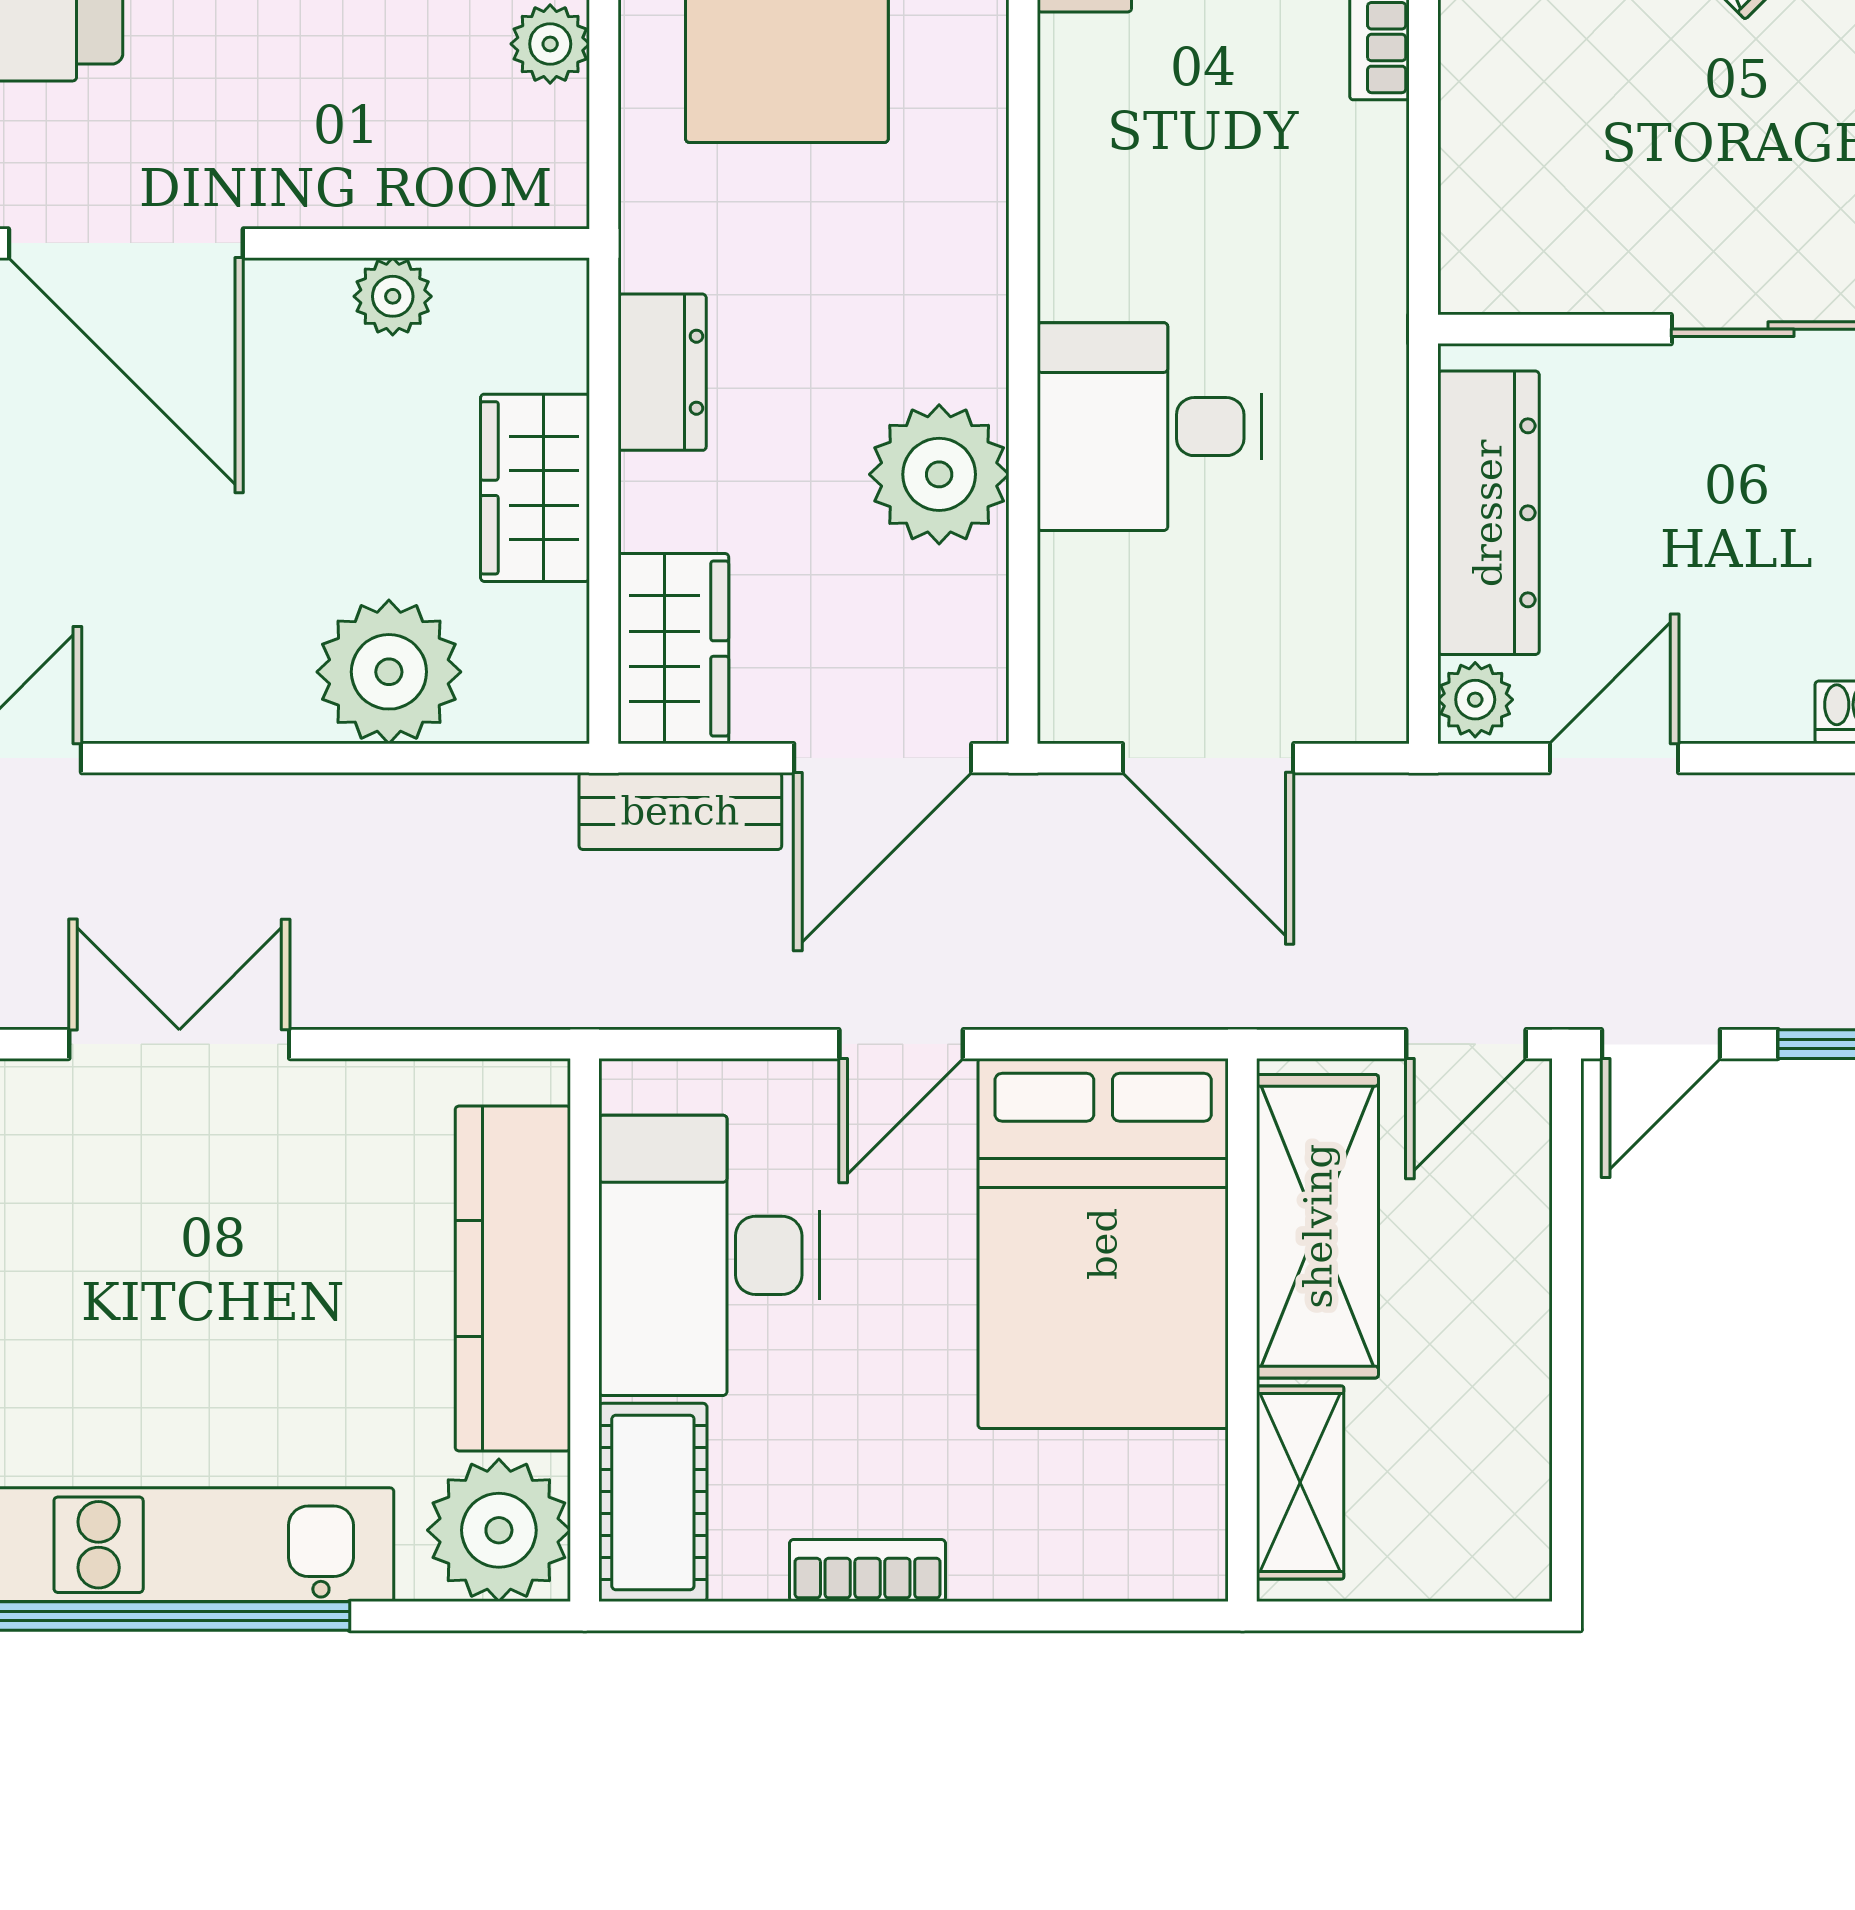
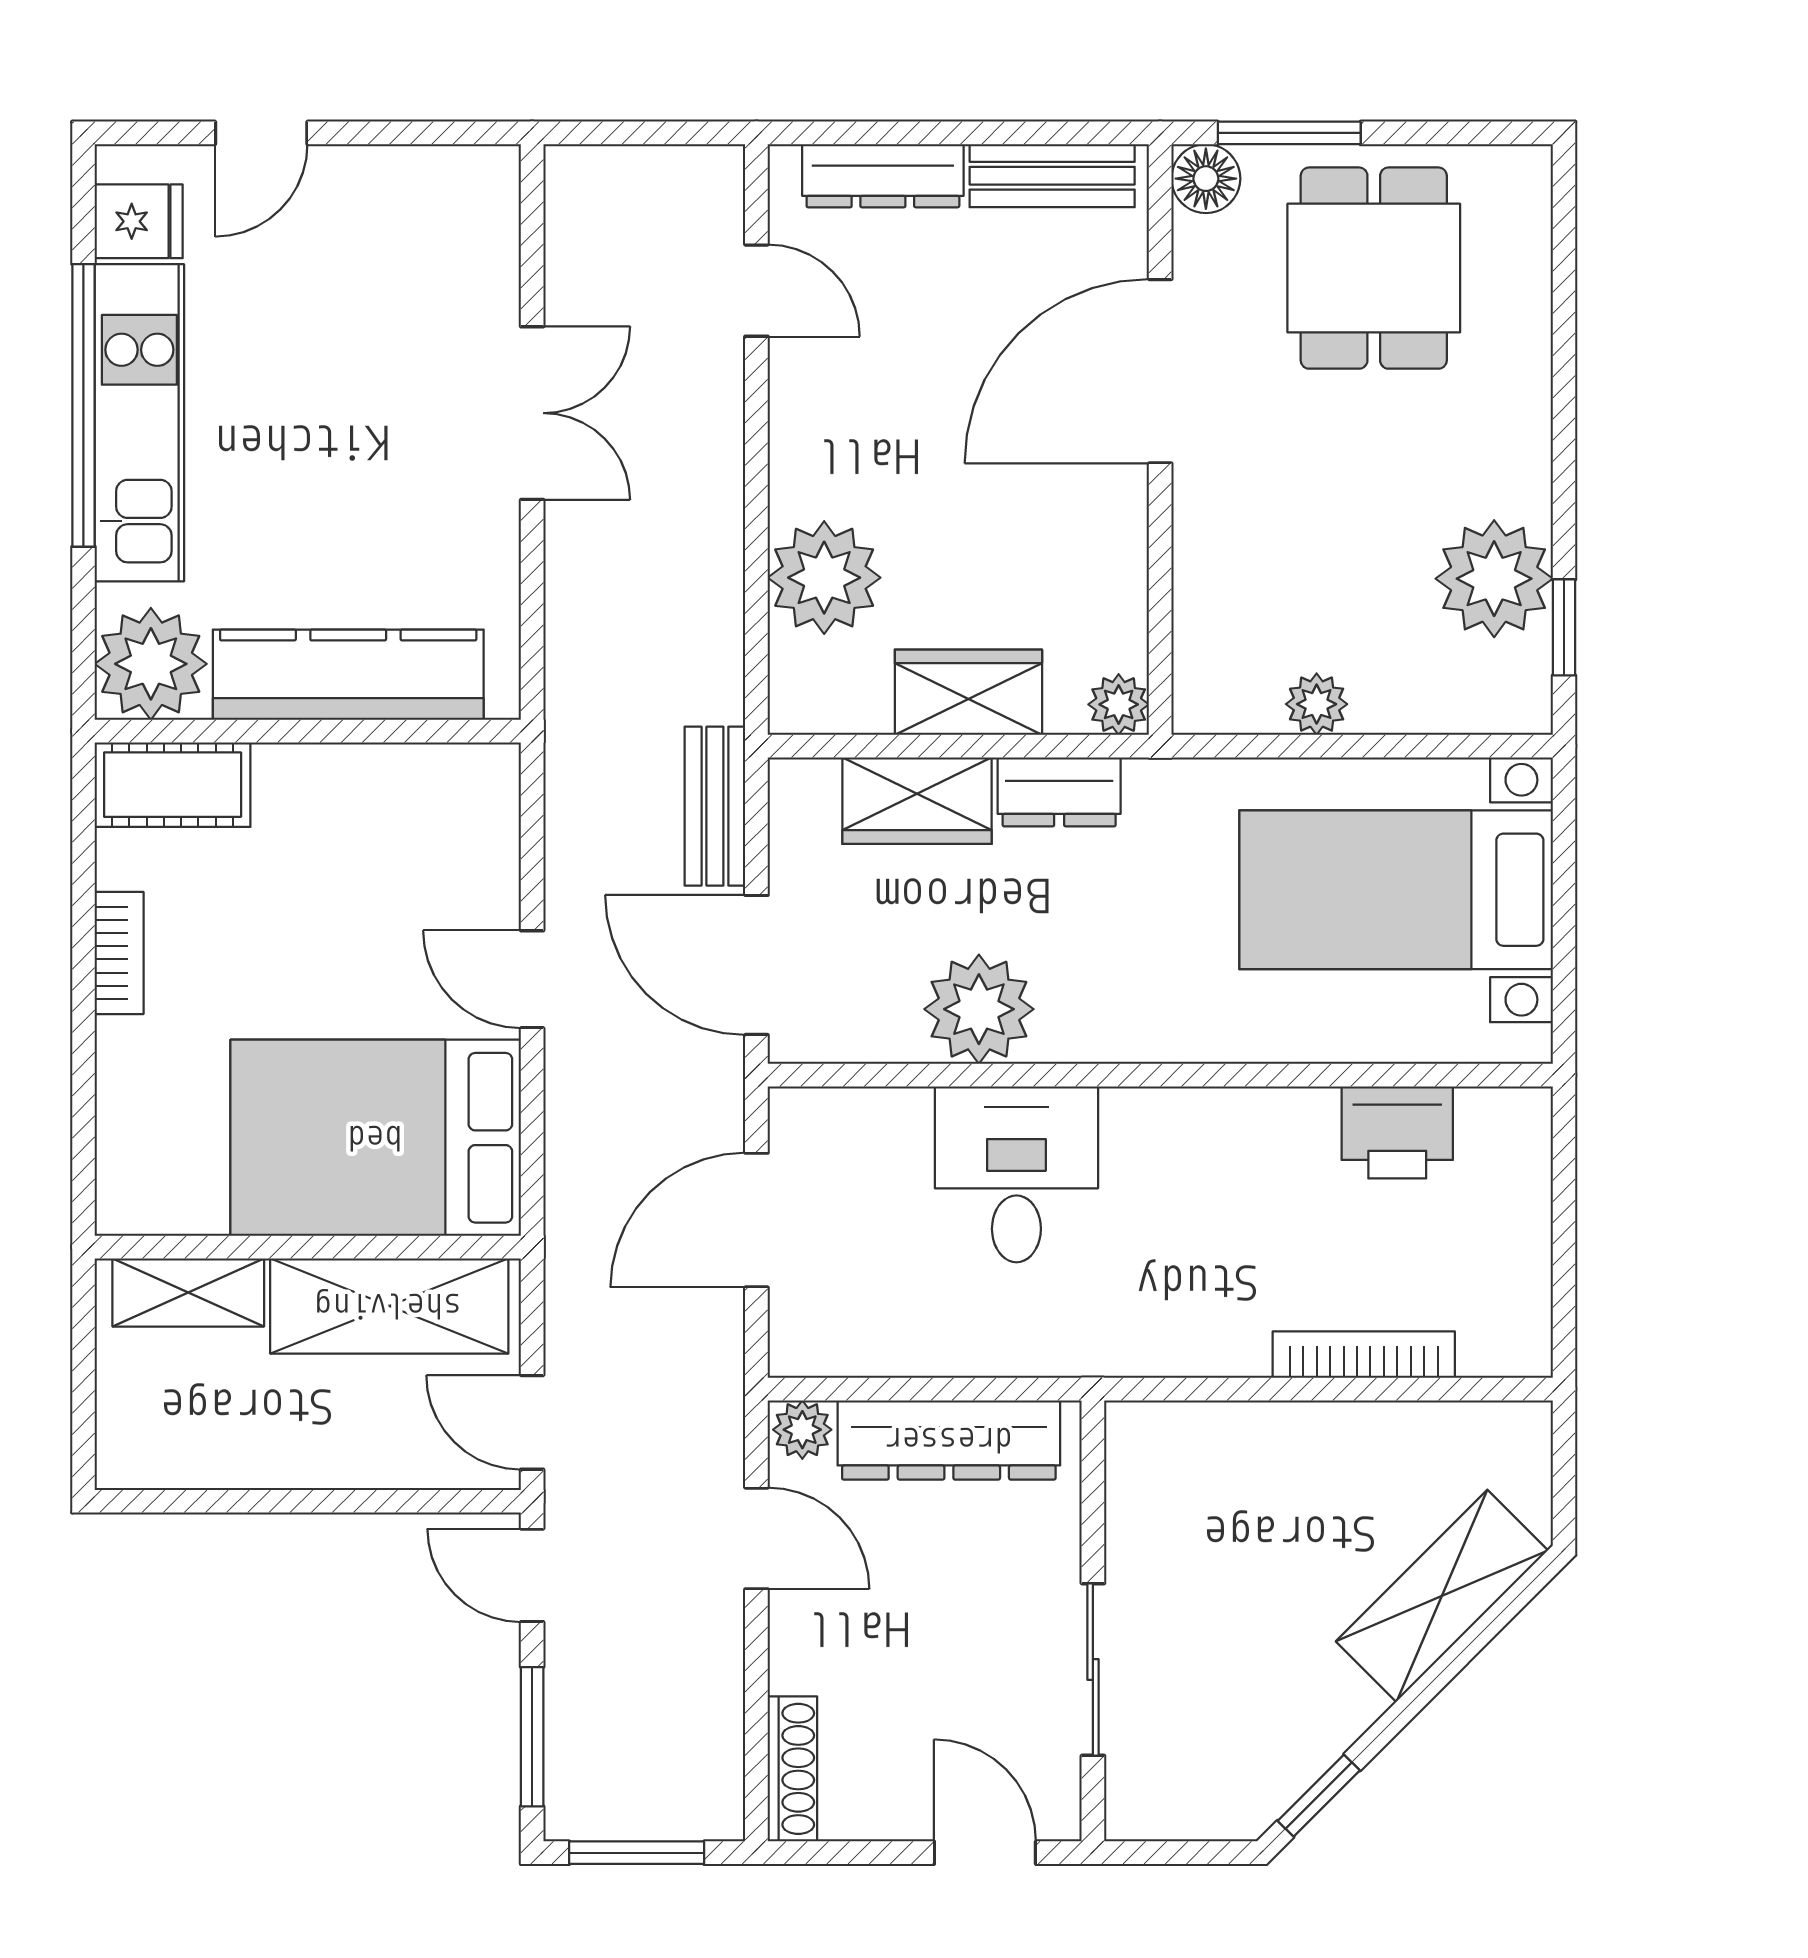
plant: (393, 296) -> (1119, 704), moved
wardrobe: (673, 649) -> (917, 801), moved
desk: (709, 1255) -> (366, 829), removed

